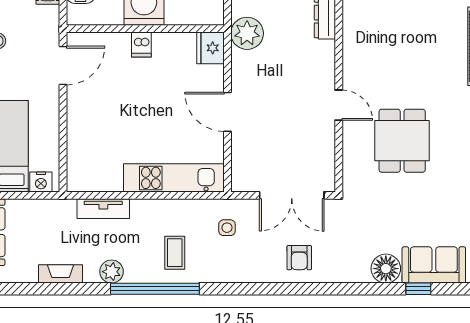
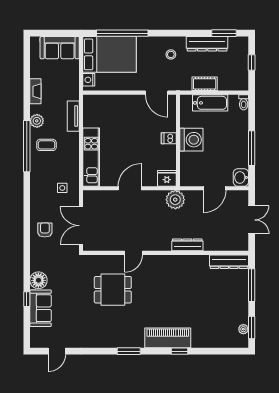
coffee table: (175, 253) -> (46, 145), moved
armchair: (299, 258) -> (45, 230), turned 90

